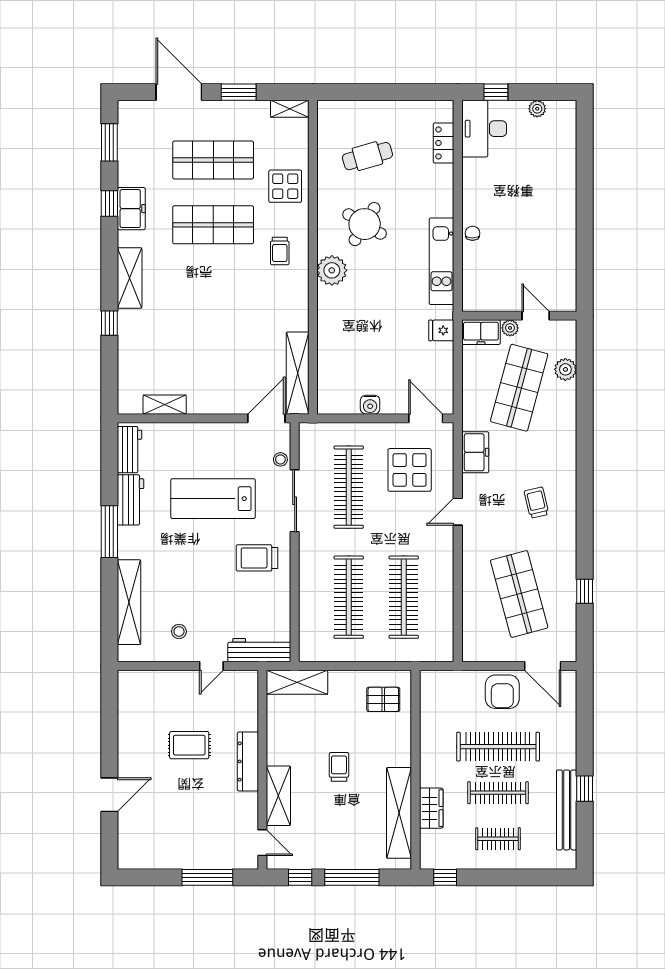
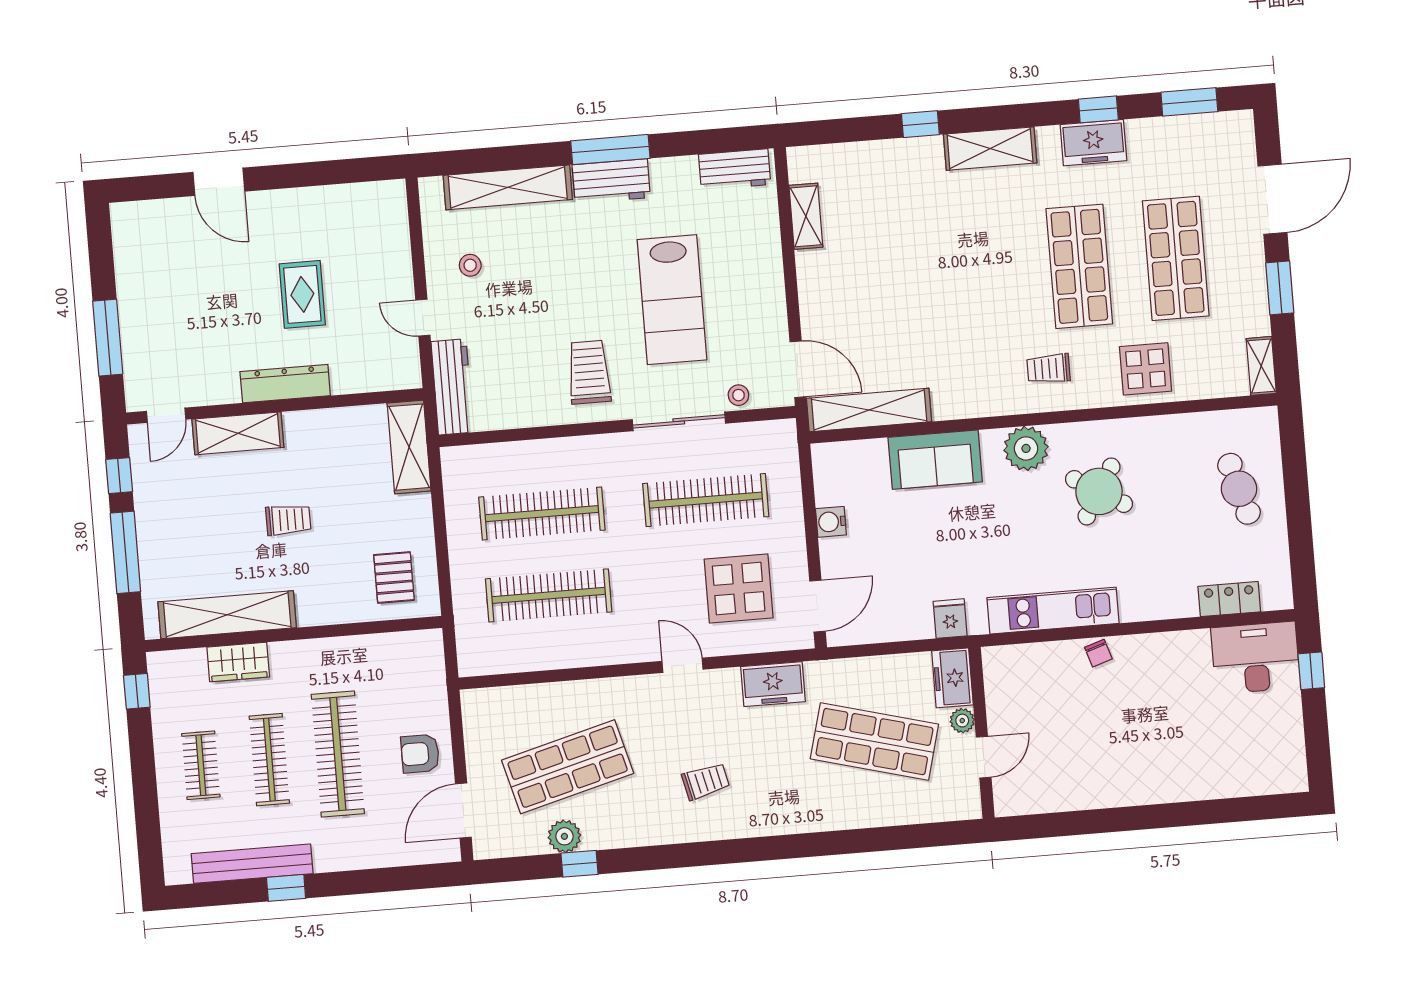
plant: (537, 109) -> (1292, 734), removed
cafe table: (367, 156) -> (1239, 489), moved
chair: (472, 233) -> (1098, 653), turned 72
sofa: (334, 332) -> (935, 460), added
plant: (565, 369) -> (564, 836), moved
lab bench: (213, 499) -> (672, 300), turned 180
workbench: (131, 500) -> (611, 181), moved
armchair: (502, 692) -> (420, 754), width x0.72, depth x0.72

